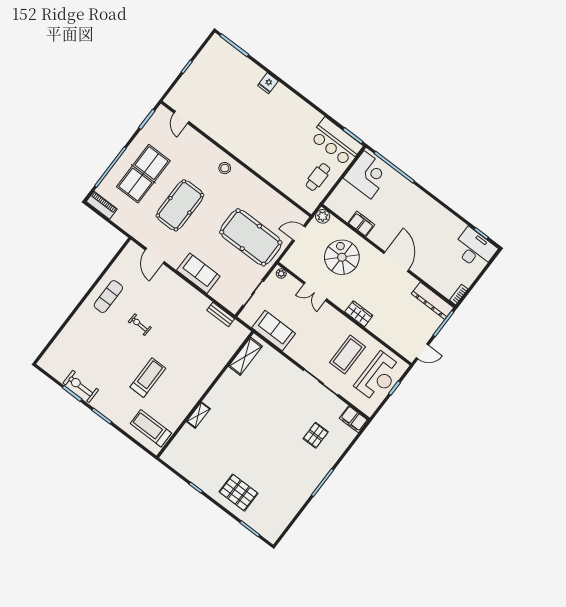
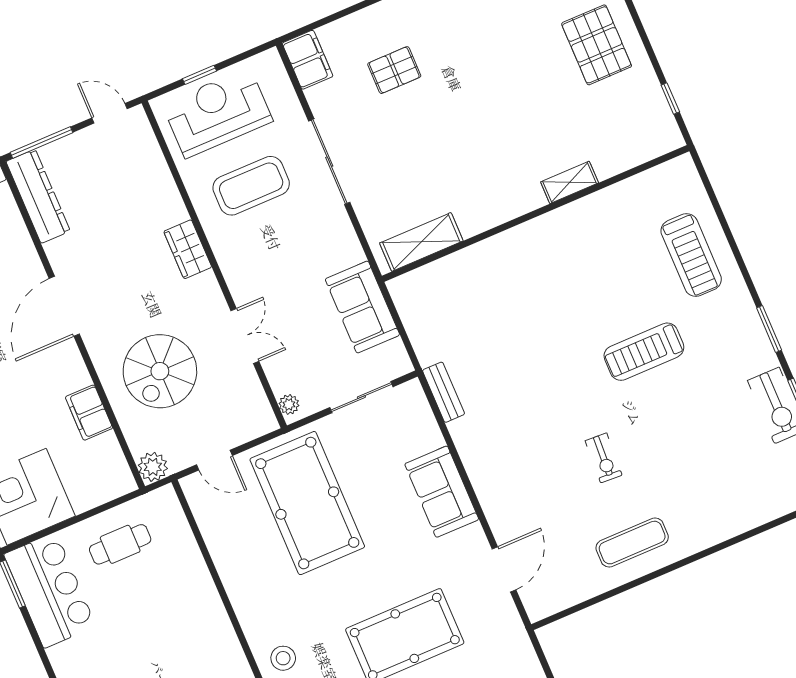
shelving: (245, 356) -> (421, 242), moved
wall: (205, 394) -> (536, 213), moved
shelving: (198, 415) -> (570, 182), moved

